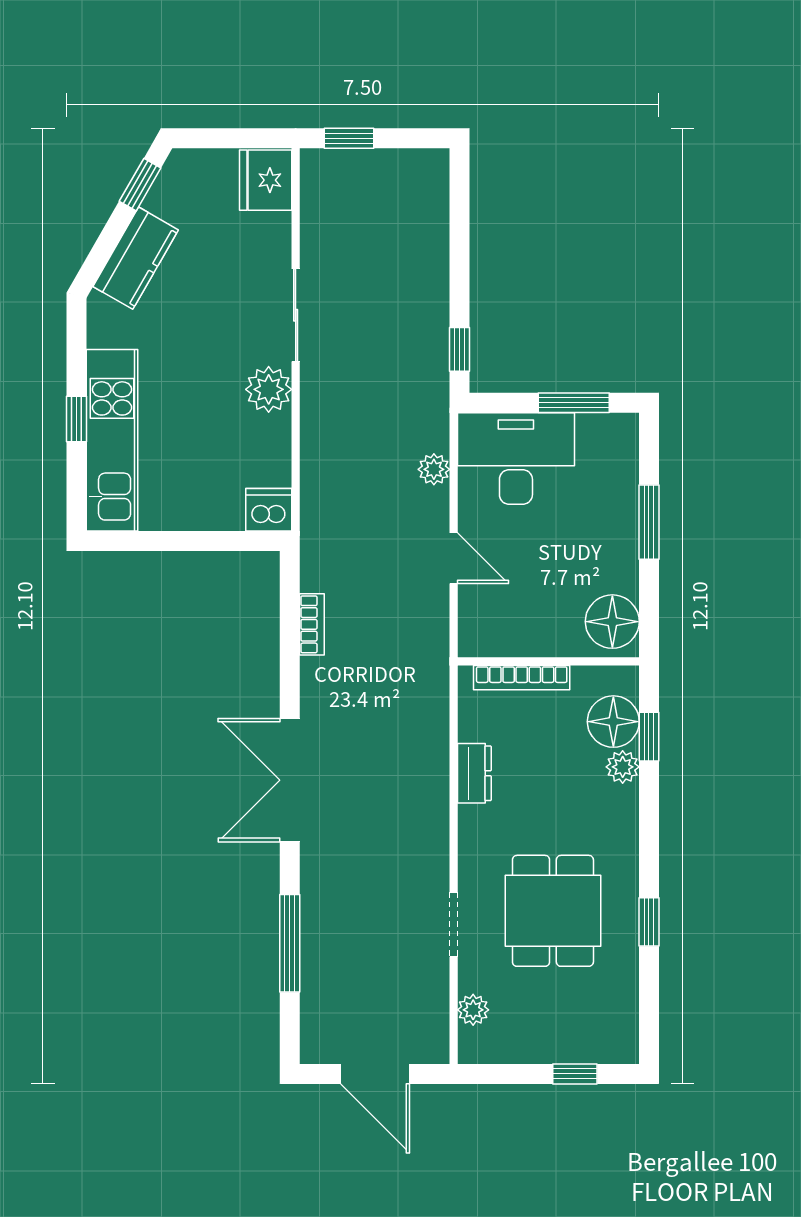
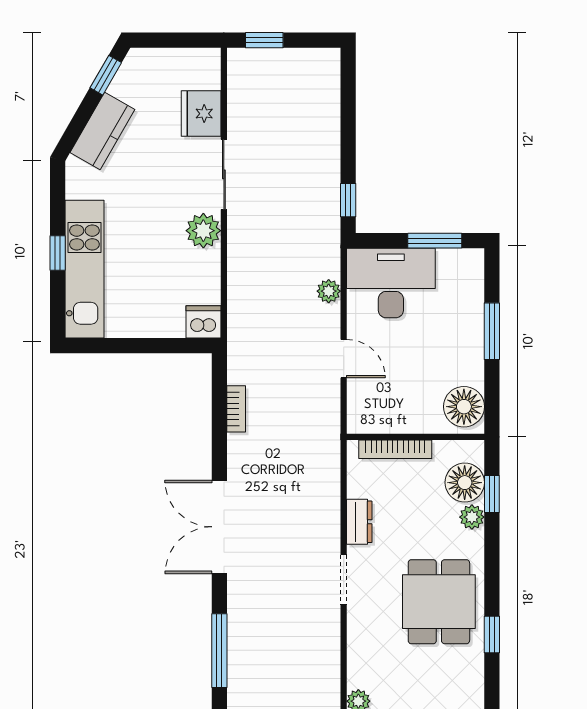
fridge: (266, 180) -> (201, 114), moved
dining table: (553, 911) -> (439, 602), moved
doorway: (454, 925) -> (344, 580), moved

